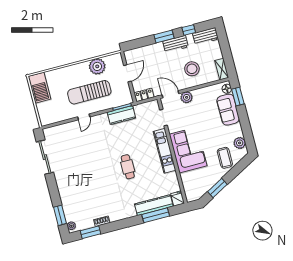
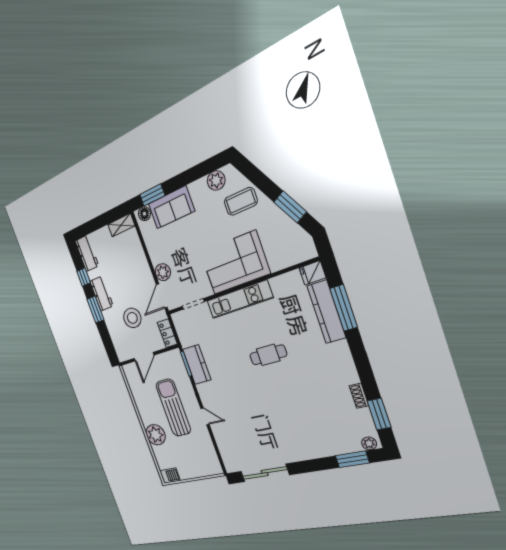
plant: (97, 66) -> (156, 435), moved
stool: (192, 69) -> (132, 318), moved
door: (127, 73) -> (144, 357), swing flipped
barbecue: (39, 88) -> (170, 476), width x0.53, depth x0.65
sun lounger: (89, 92) -> (173, 408), turned 180

